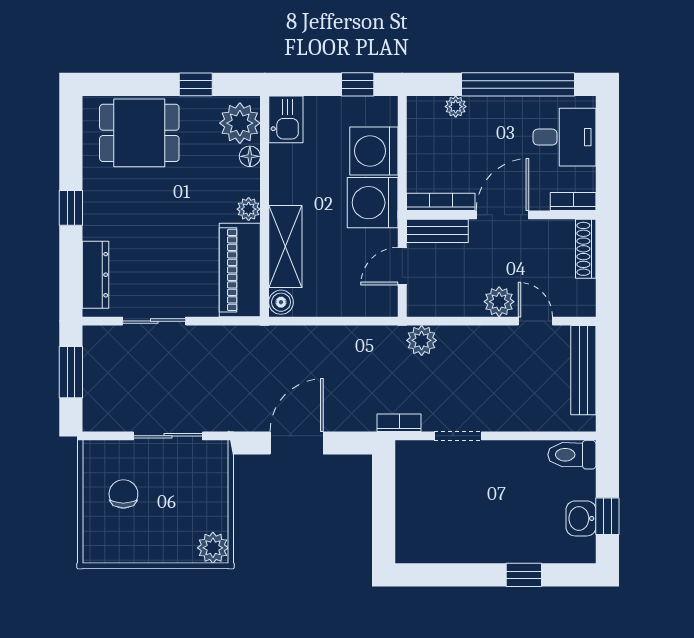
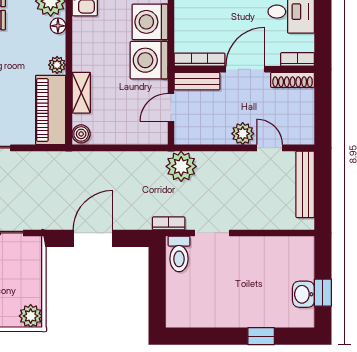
shelving: (285, 246) -> (81, 93), width x0.67, depth x0.75
shoe rack: (586, 249) -> (293, 80), moved, turned -90
plant: (422, 340) -> (181, 166), width x1.36, depth x1.36
toilet: (572, 455) -> (179, 254), moved, turned -90

